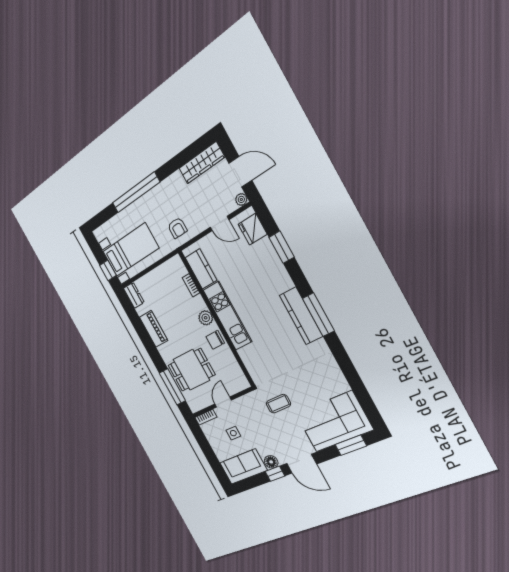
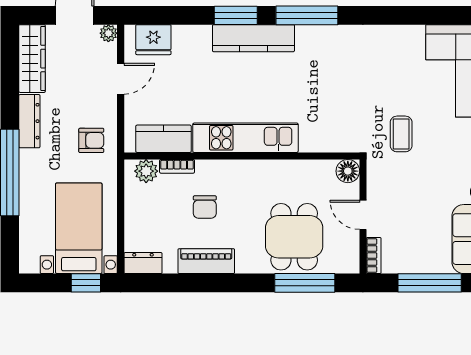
dresser: (168, 185) -> (29, 121), added
window: (282, 247) -> (236, 15), moved
kitchen counter: (301, 316) -> (253, 38), moved
plant: (206, 318) -> (146, 171), moved
chair: (215, 340) -> (205, 207), moved
floor lamp: (241, 383) -> (348, 171), added
side table: (233, 433) -> (415, 226), removed
window: (209, 453) -> (430, 283), added

